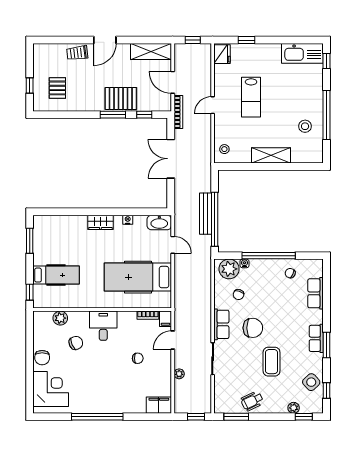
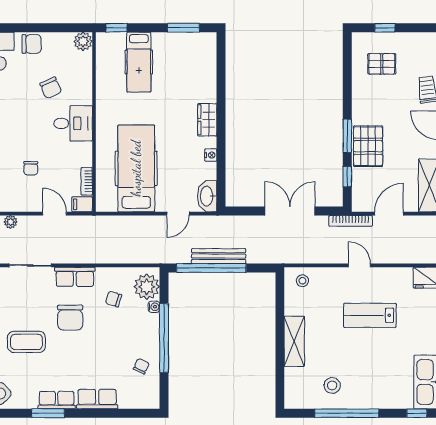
row of seats: (316, 293) -> (97, 399), moved
plant: (60, 318) -> (83, 41), moved
chair: (42, 358) -> (32, 44), turned 180

